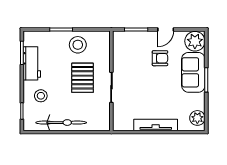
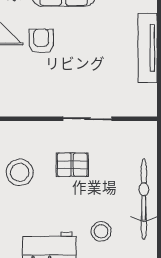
pallet: (83, 78) -> (72, 165), width x0.67, depth x0.71

